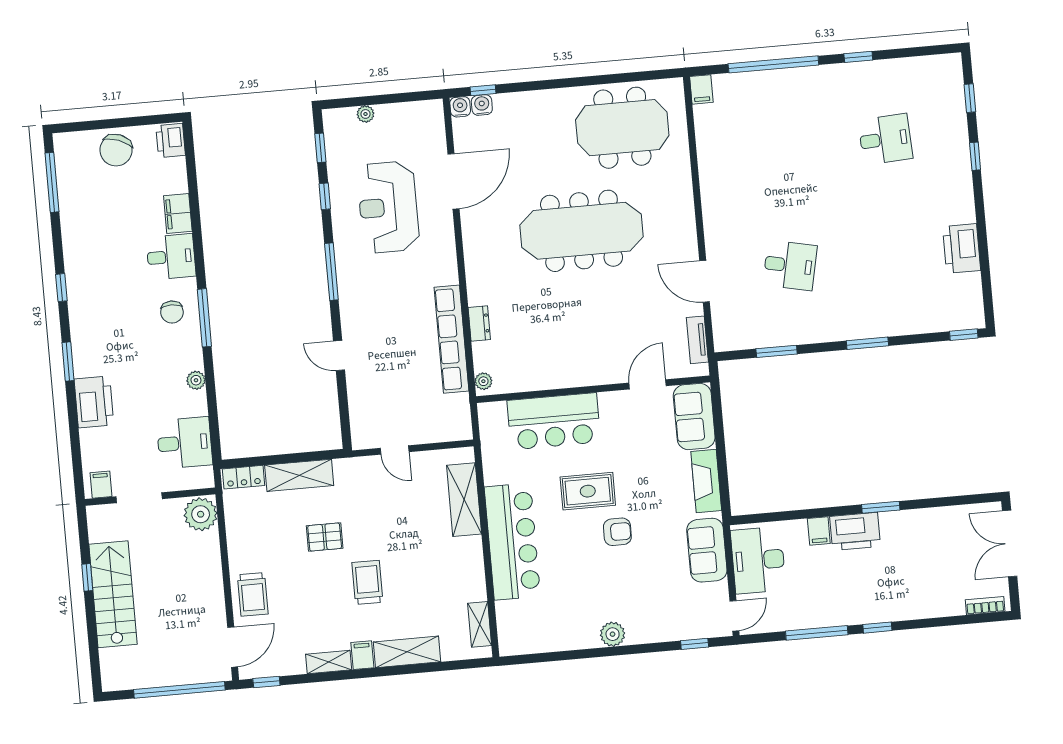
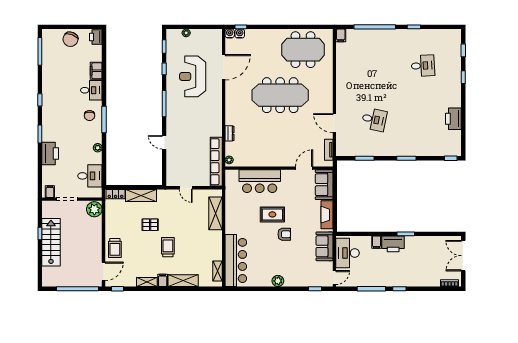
row of seats: (451, 339) -> (216, 162), moved
bar counter: (512, 542) -> (236, 260), moved

